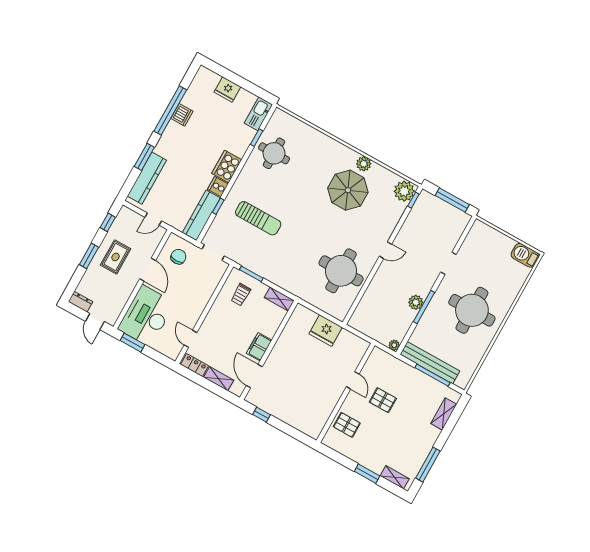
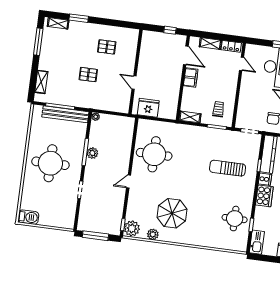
plant: (364, 164) -> (153, 234), moved
door: (353, 380) -> (134, 83), moved
wall: (346, 393) -> (135, 72), moved

